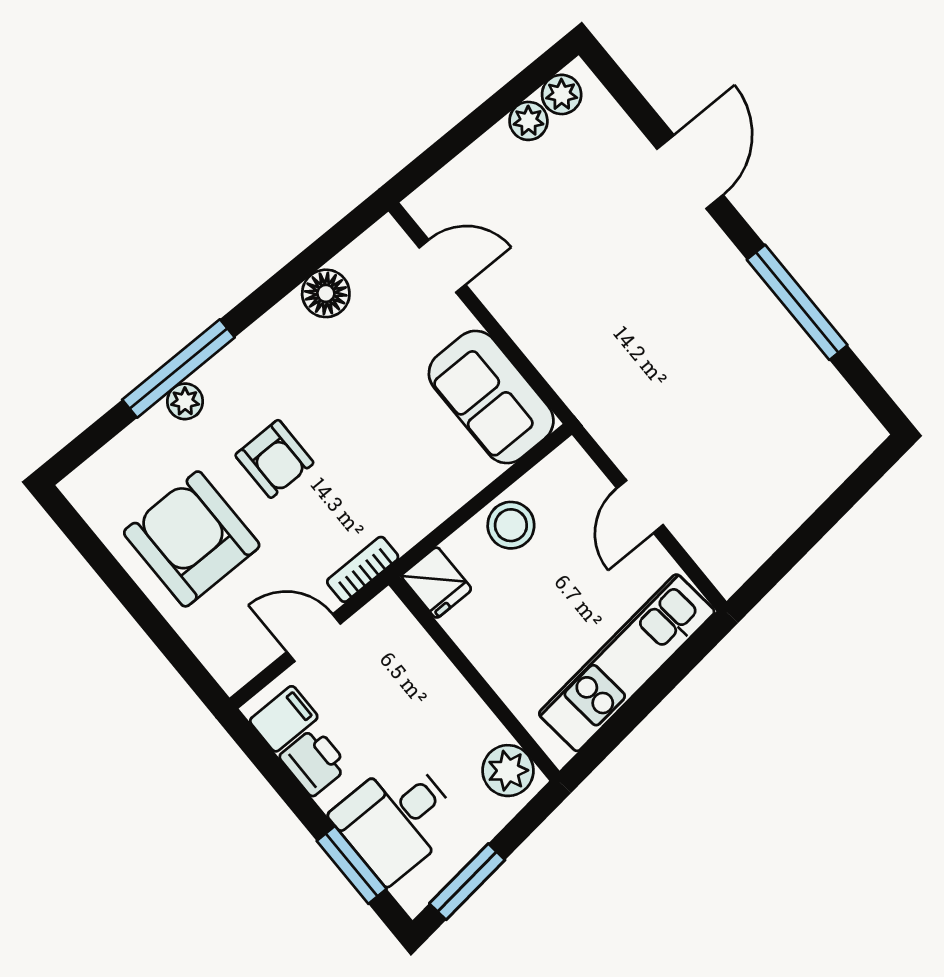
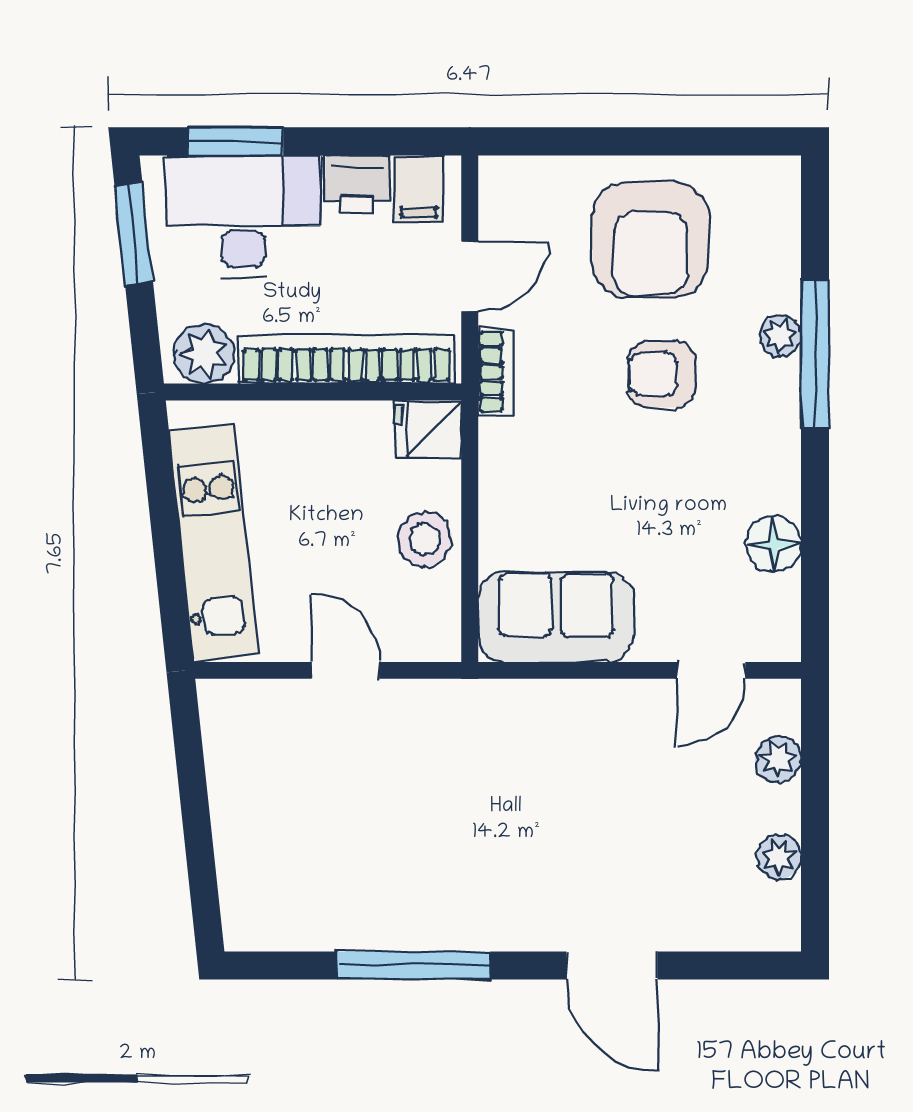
plant: (562, 94) -> (778, 759), moved
armchair: (192, 539) -> (650, 239), turned 90
bookcase: (435, 674) -> (347, 359), added
desk: (396, 819) -> (243, 216), width x1.37

